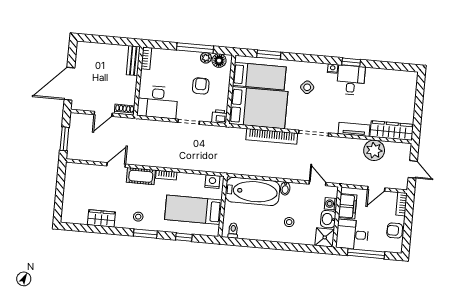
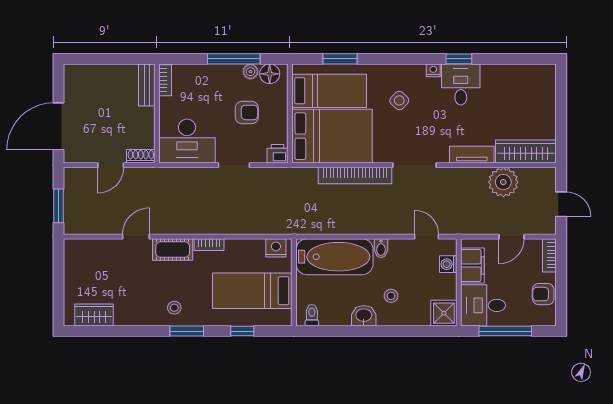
armchair: (201, 86) -> (247, 112), turned 90
wardrobe: (101, 218) -> (94, 315), moved
washbasin: (328, 219) -> (364, 316), moved, turned 90

